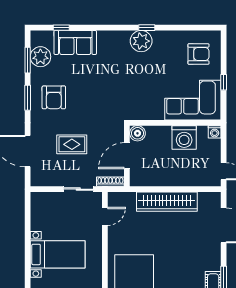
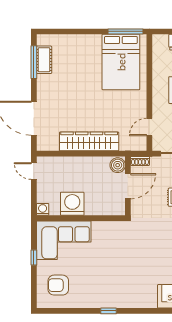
plant: (141, 41) -> (114, 298), removed
boiler: (137, 133) -> (118, 165), moved
shoe rack: (110, 182) -> (140, 161), width x0.70

